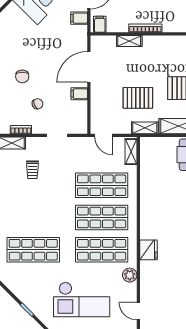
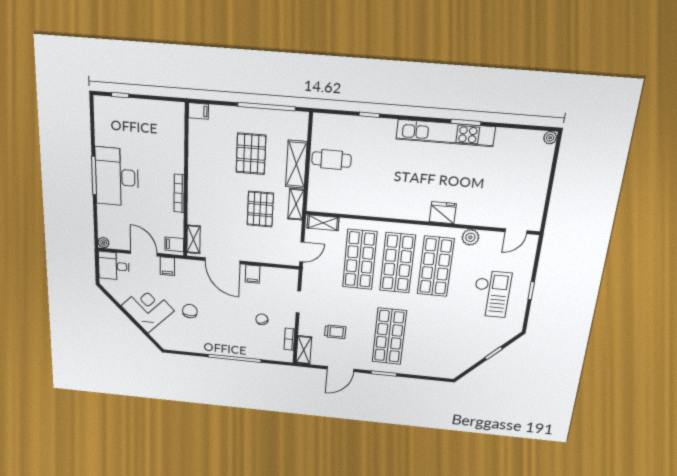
shelving: (129, 41) -> (194, 239), moved
chair: (22, 76) -> (190, 311), moved, turned -90
shop shelf: (33, 250) -> (389, 336), moved
checkout: (82, 300) -> (491, 294), width x0.73, depth x0.83

